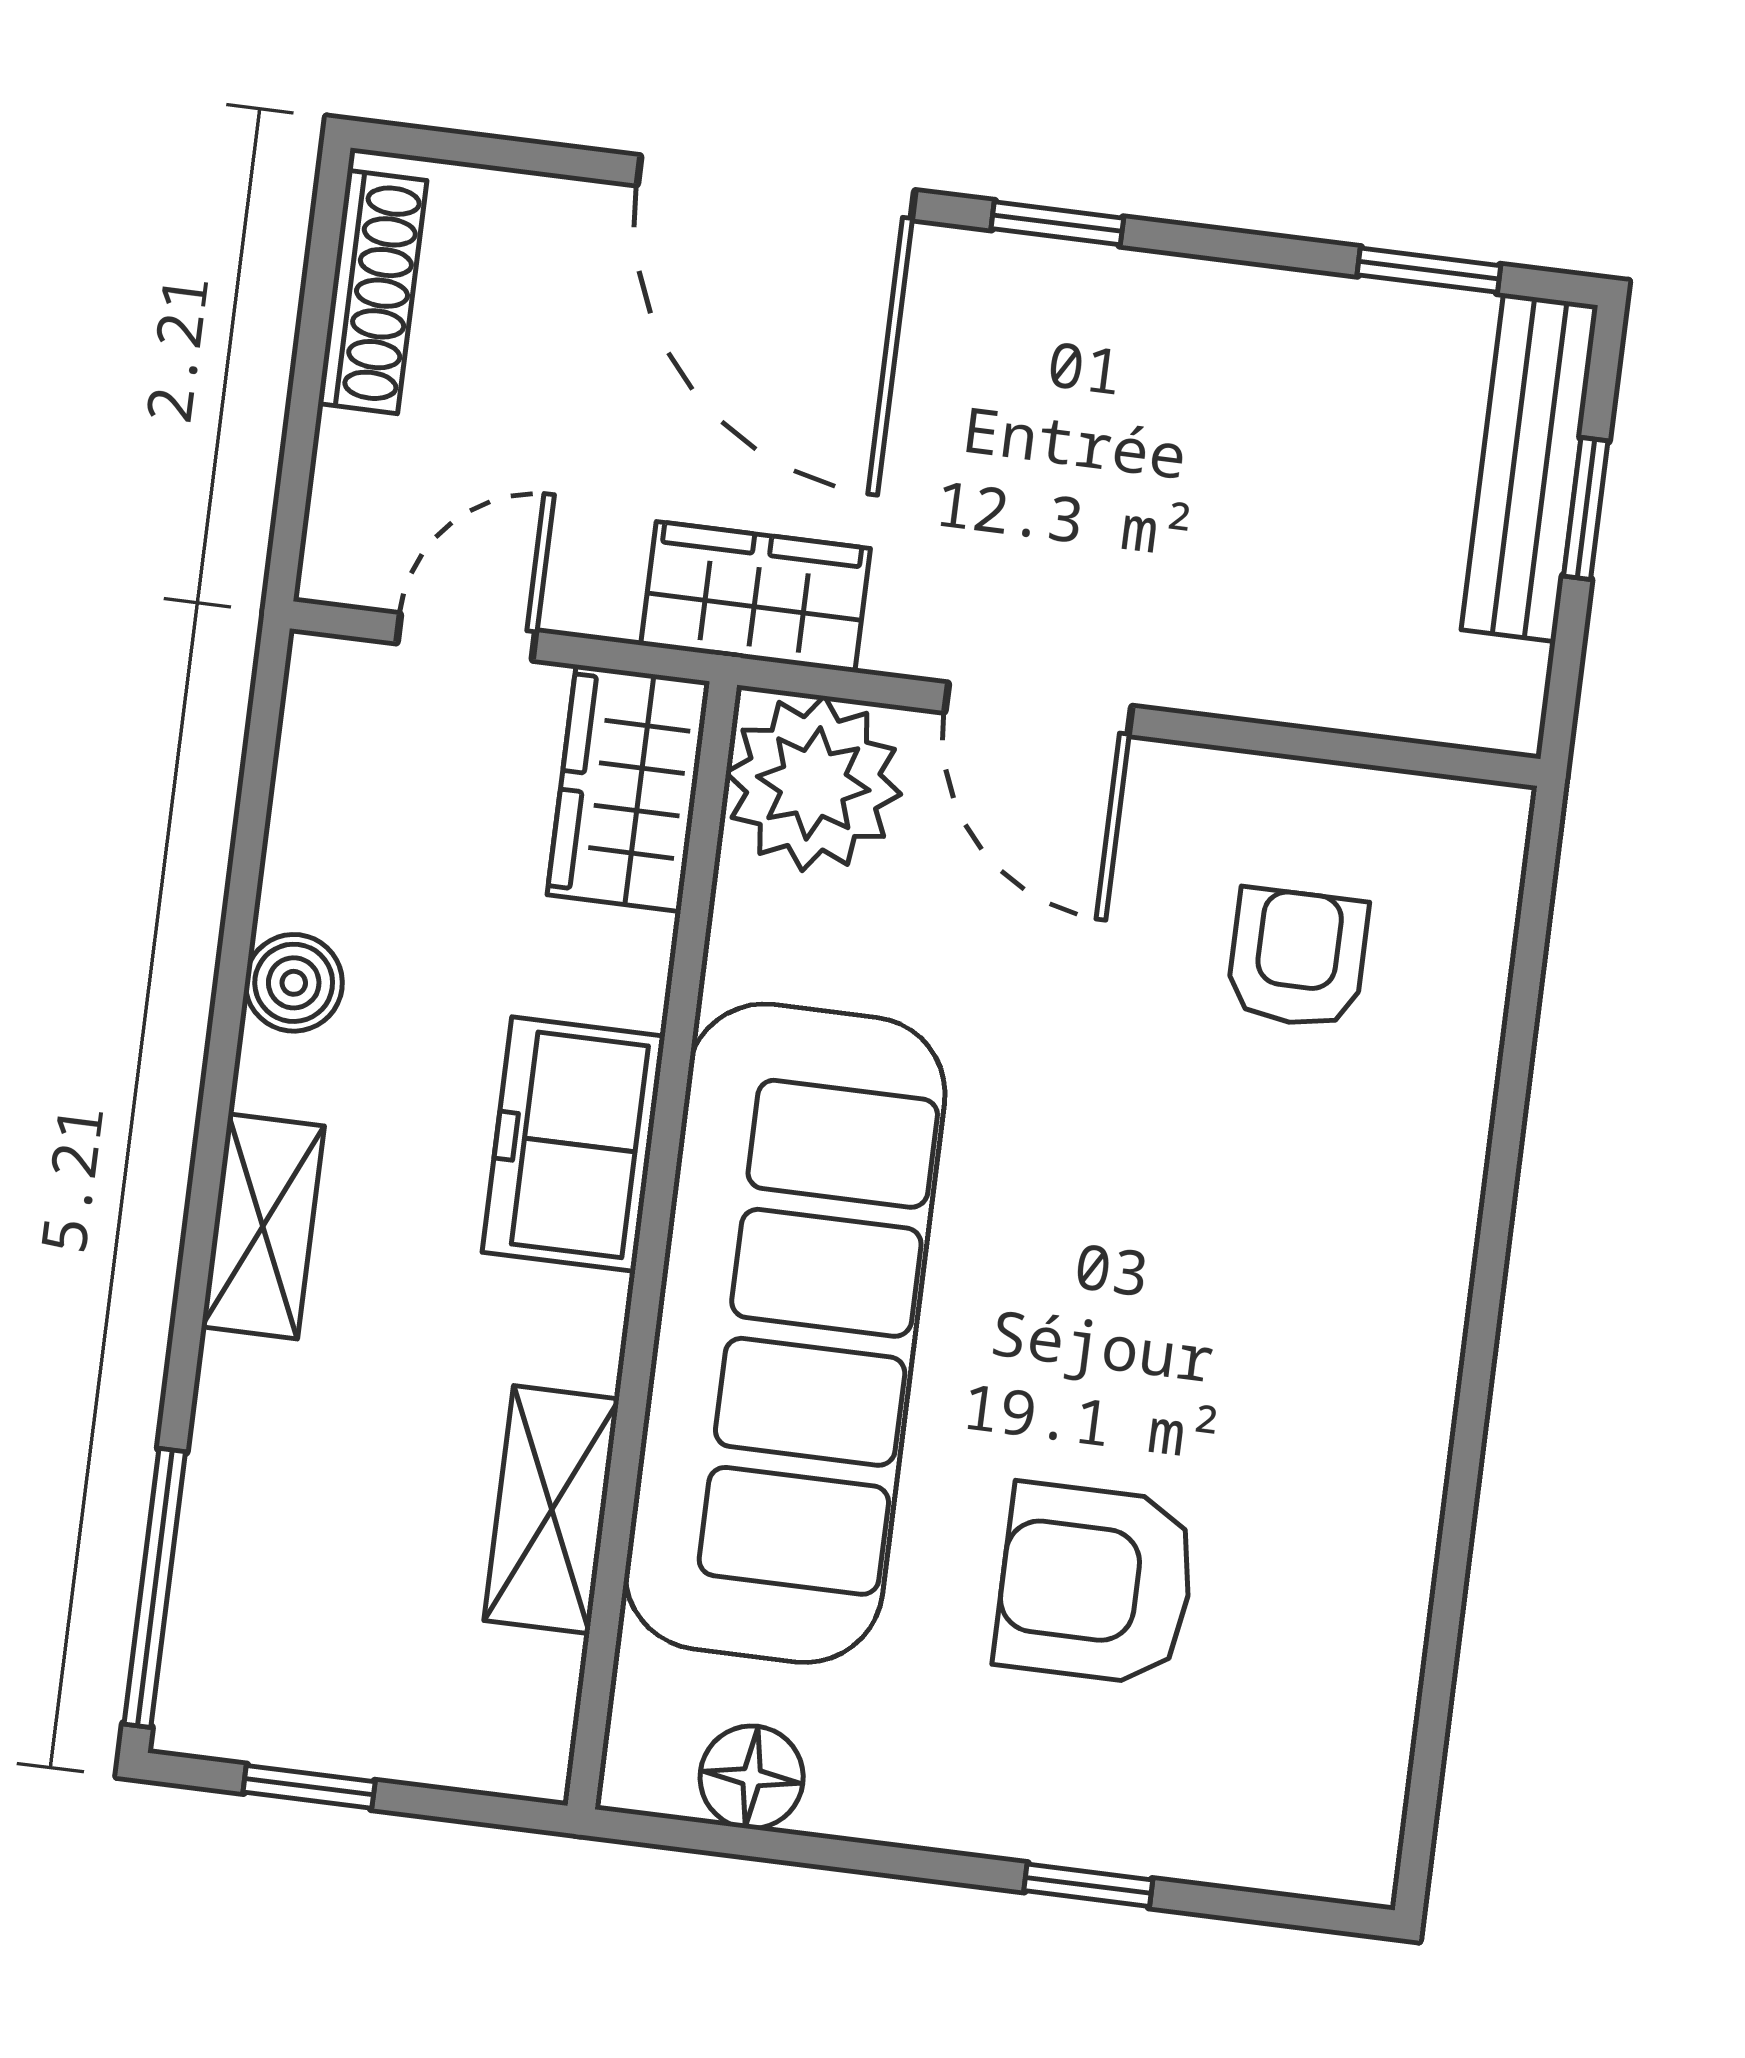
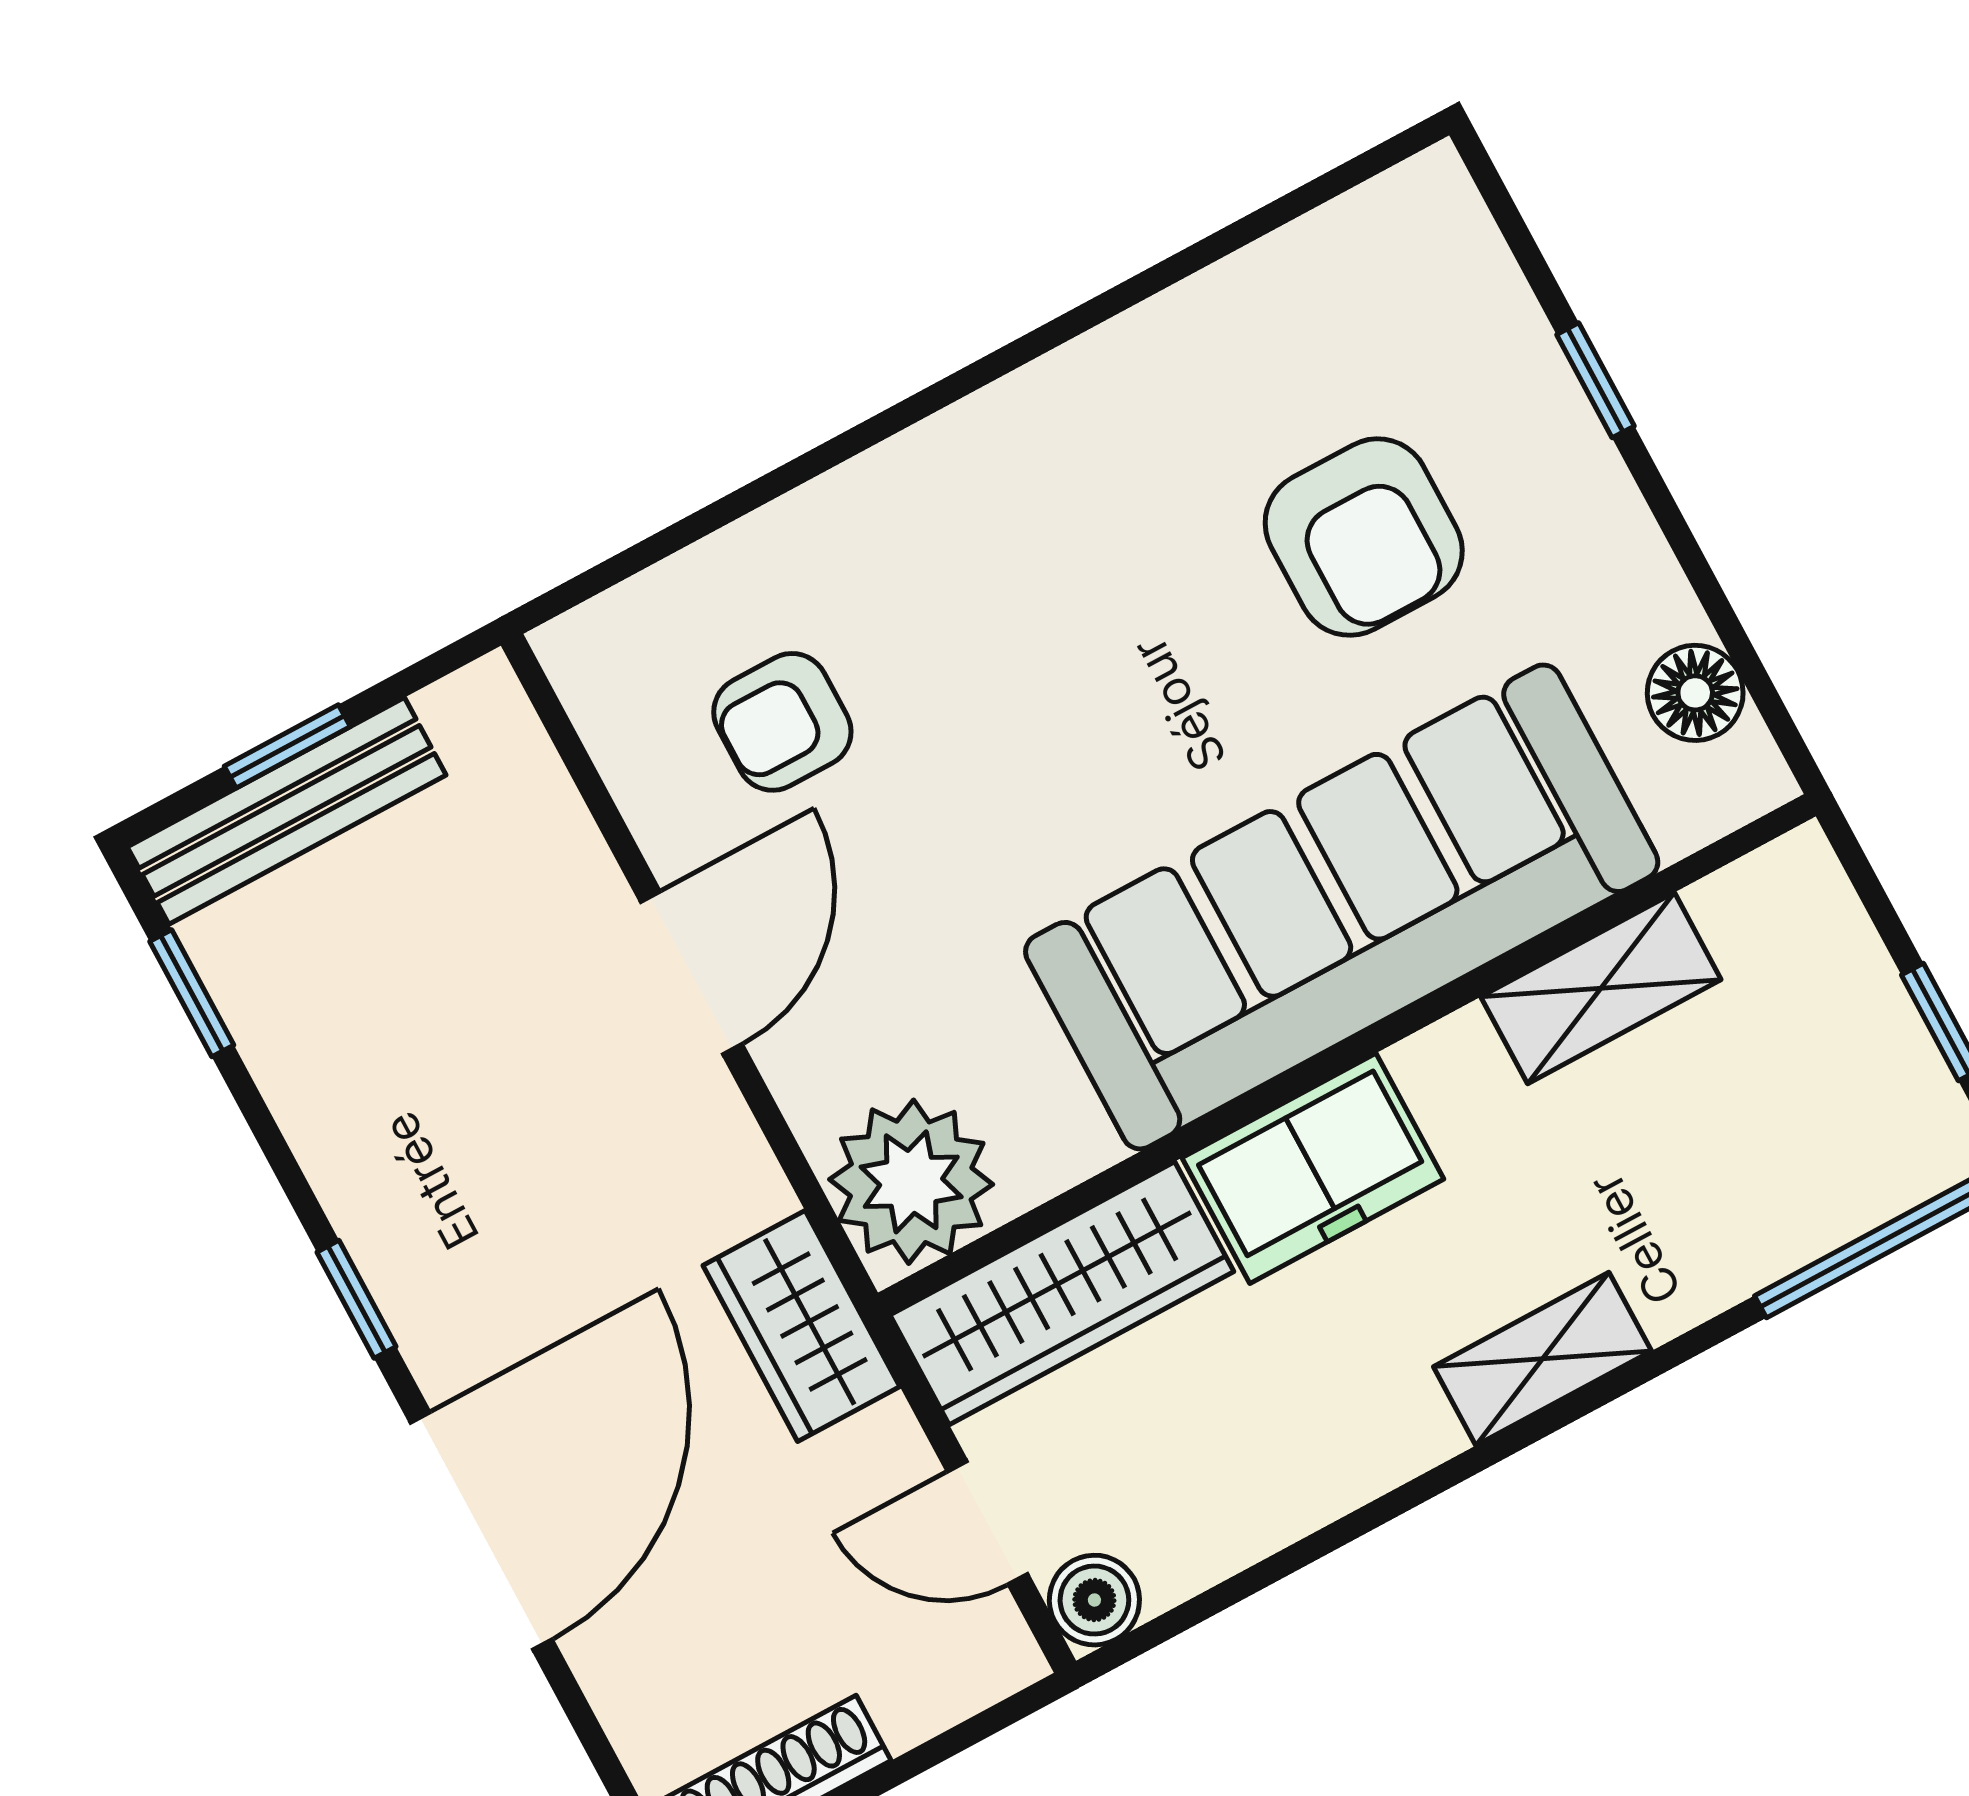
door: (1038, 709) -> (691, 973), moved
wardrobe: (629, 788) -> (1062, 1293), width x1.50
boiler: (294, 983) -> (1094, 1600), moved

